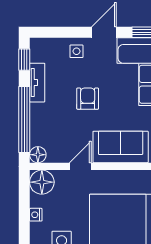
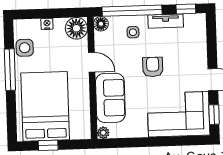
side table: (76, 51) -> (133, 32), moved
armchair: (88, 99) -> (153, 67), turned -90

